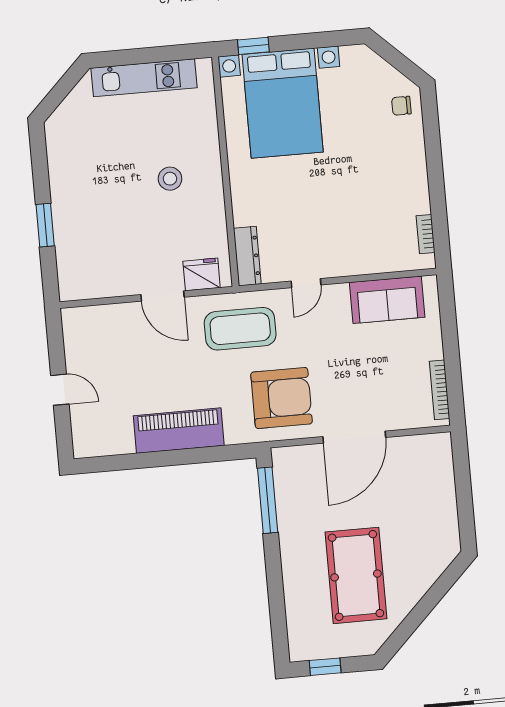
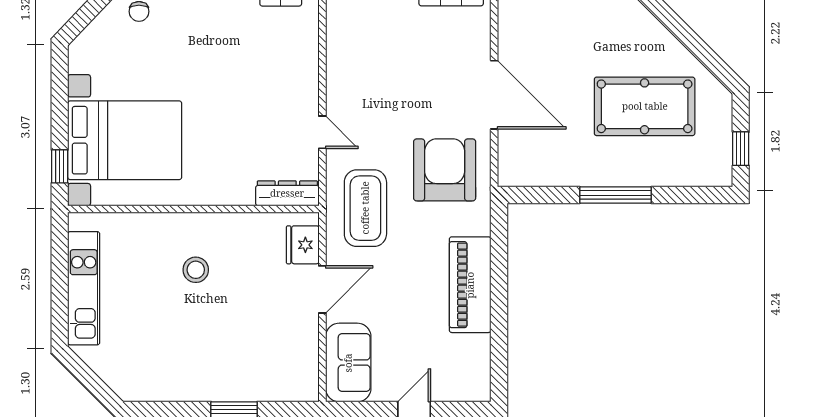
sofa: (387, 300) -> (348, 363), moved
window: (268, 500) -> (616, 195), moved

